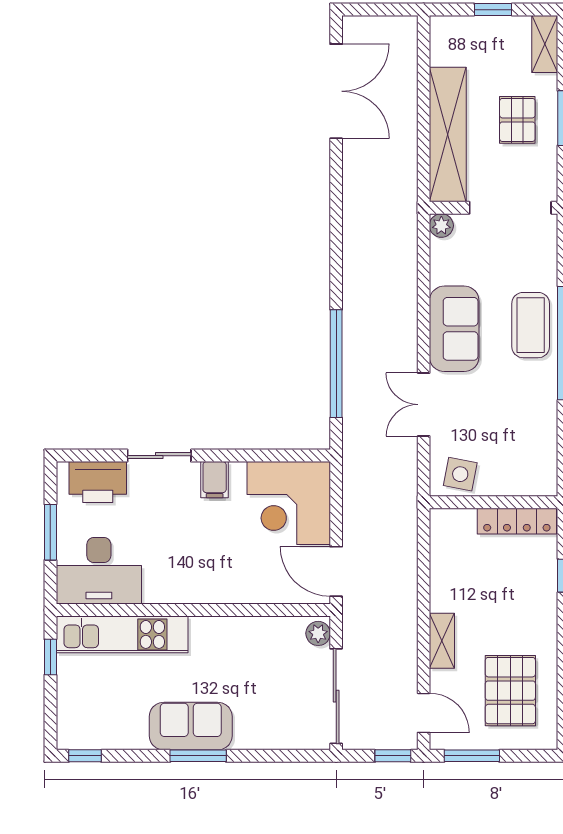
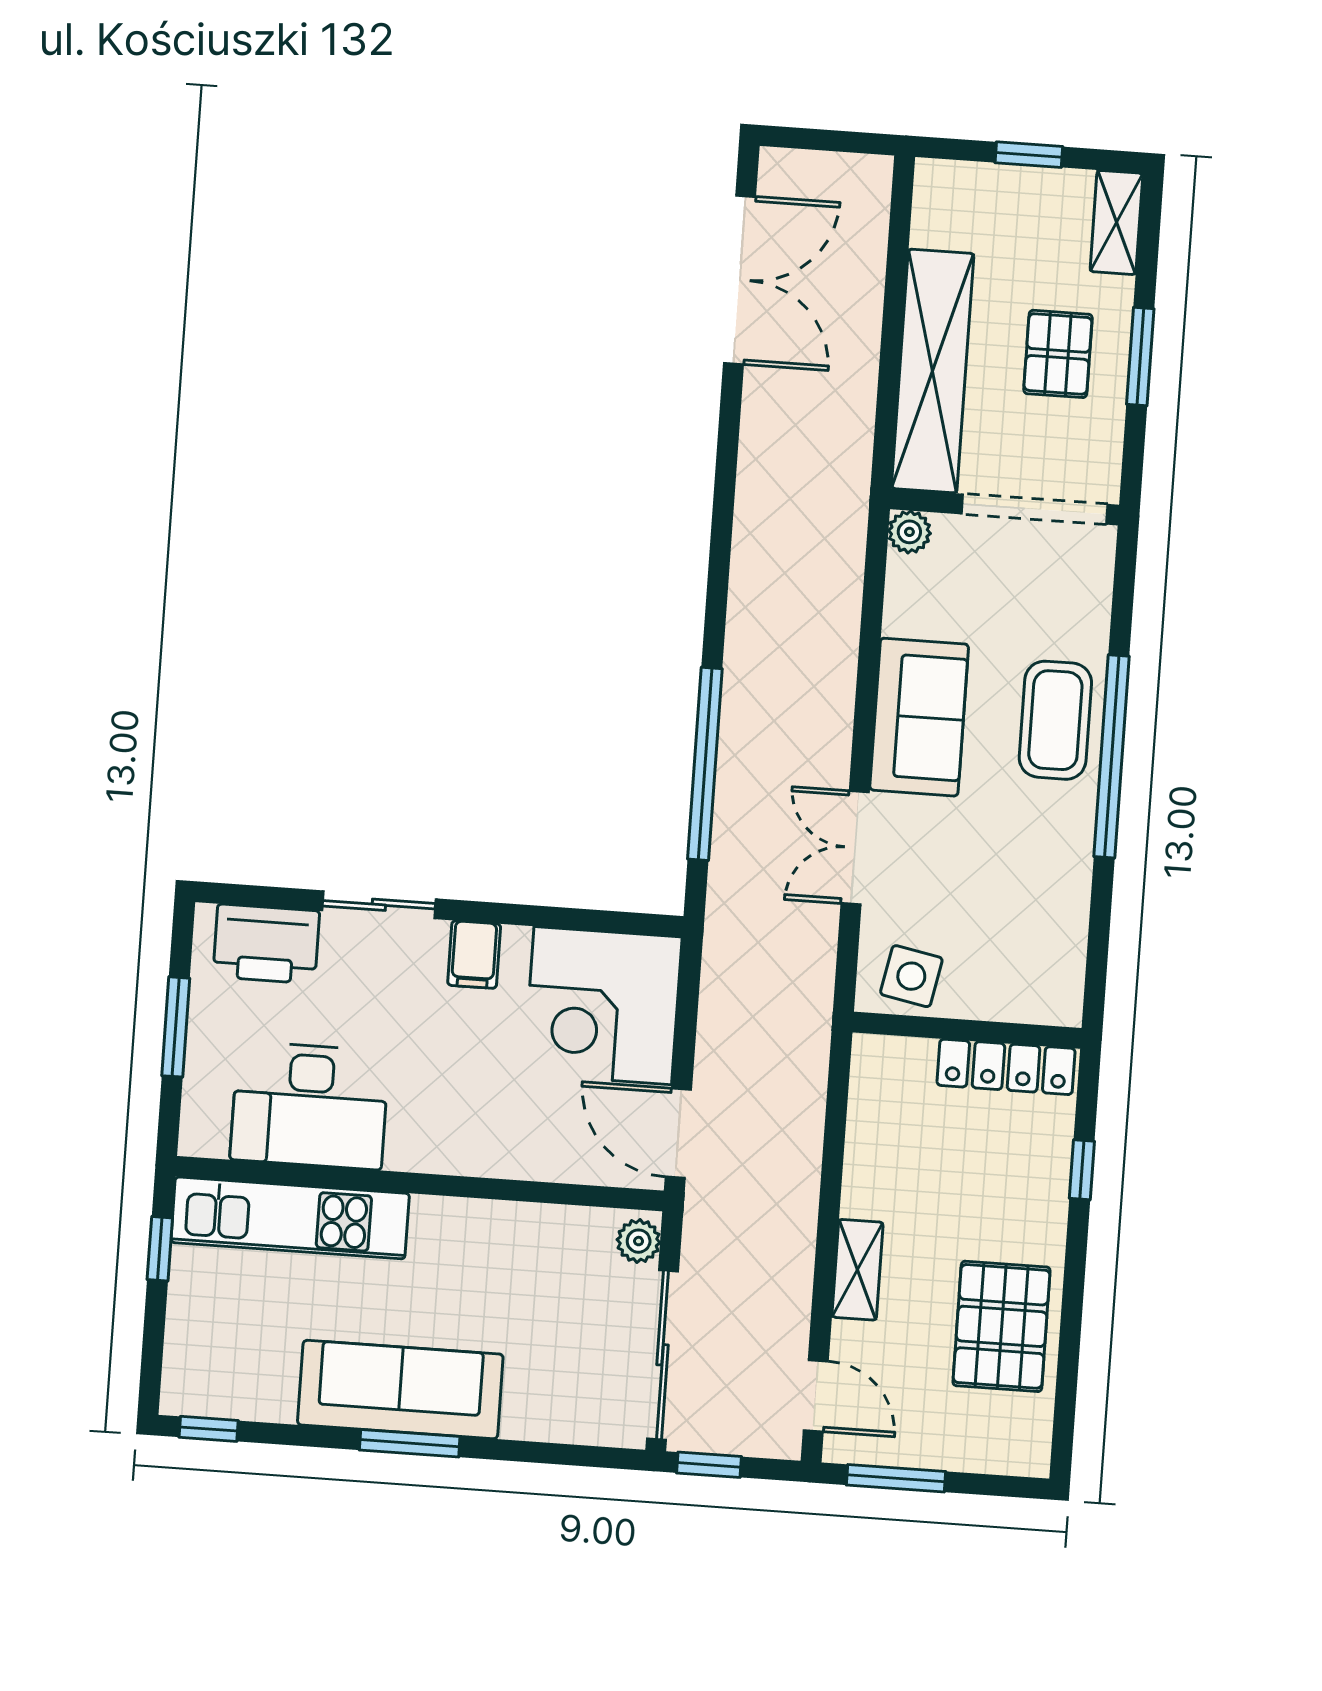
desk: (99, 571) -> (310, 1106), moved
pallet: (510, 691) -> (1002, 1326), moved
sofa: (191, 726) -> (400, 1390), width x1.36
window: (393, 756) -> (709, 1465), moved

